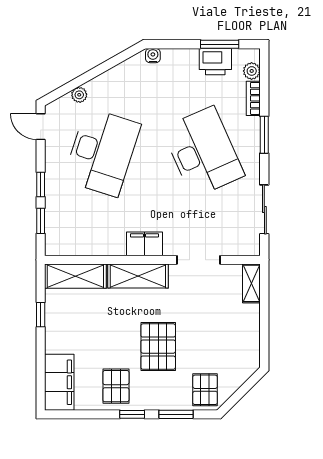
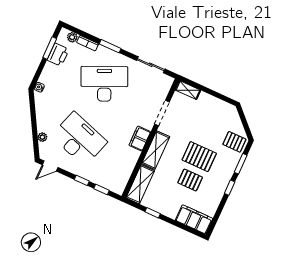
pallet: (116, 386) -> (190, 180), moved

